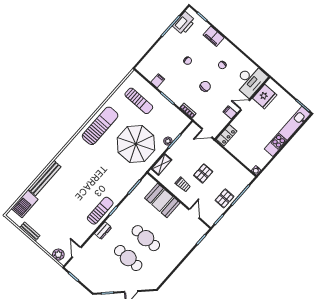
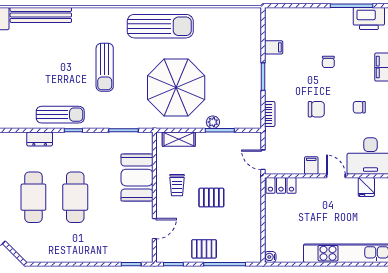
fridge: (265, 97) -> (366, 187), width x0.53, depth x0.75
sun lounger: (139, 101) -> (105, 67), moved

